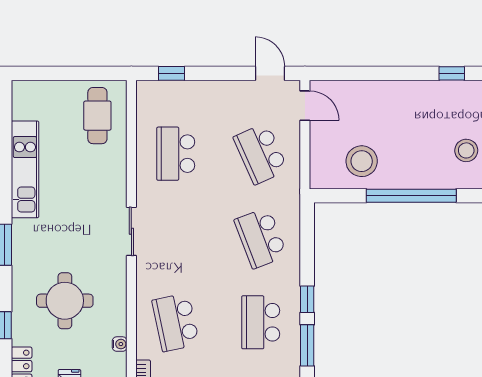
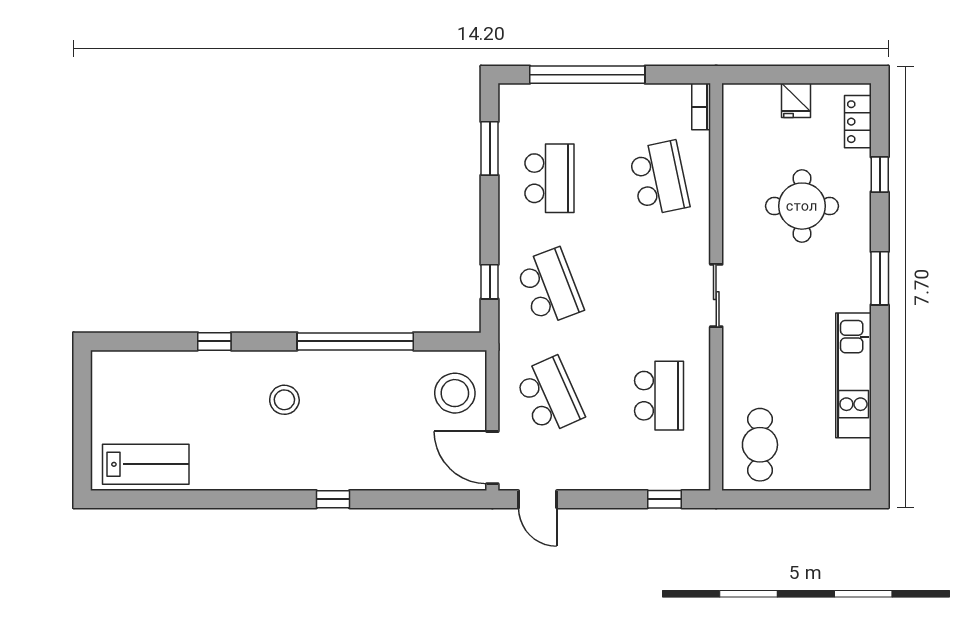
window: (452, 73) -> (333, 499), moved
door: (305, 106) -> (492, 458), width x1.38
stool: (362, 161) -> (455, 393), moved
window: (307, 299) -> (490, 282), moved
water cooler: (120, 344) -> (731, 150), removed

